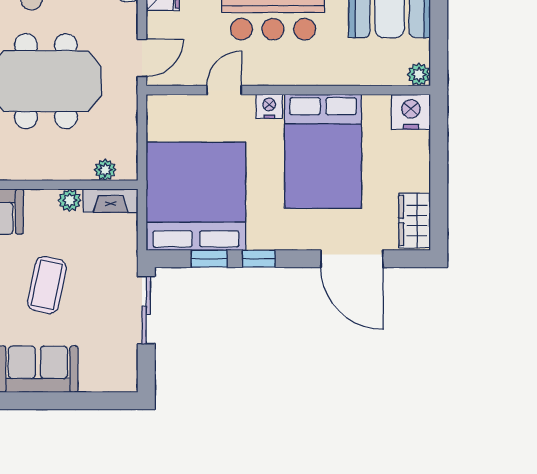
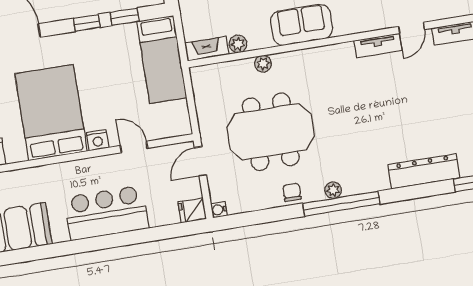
door: (224, 90) -> (134, 147), swing flipped
plant: (105, 170) -> (263, 64), moved
bed: (196, 196) -> (162, 59), width x0.49

